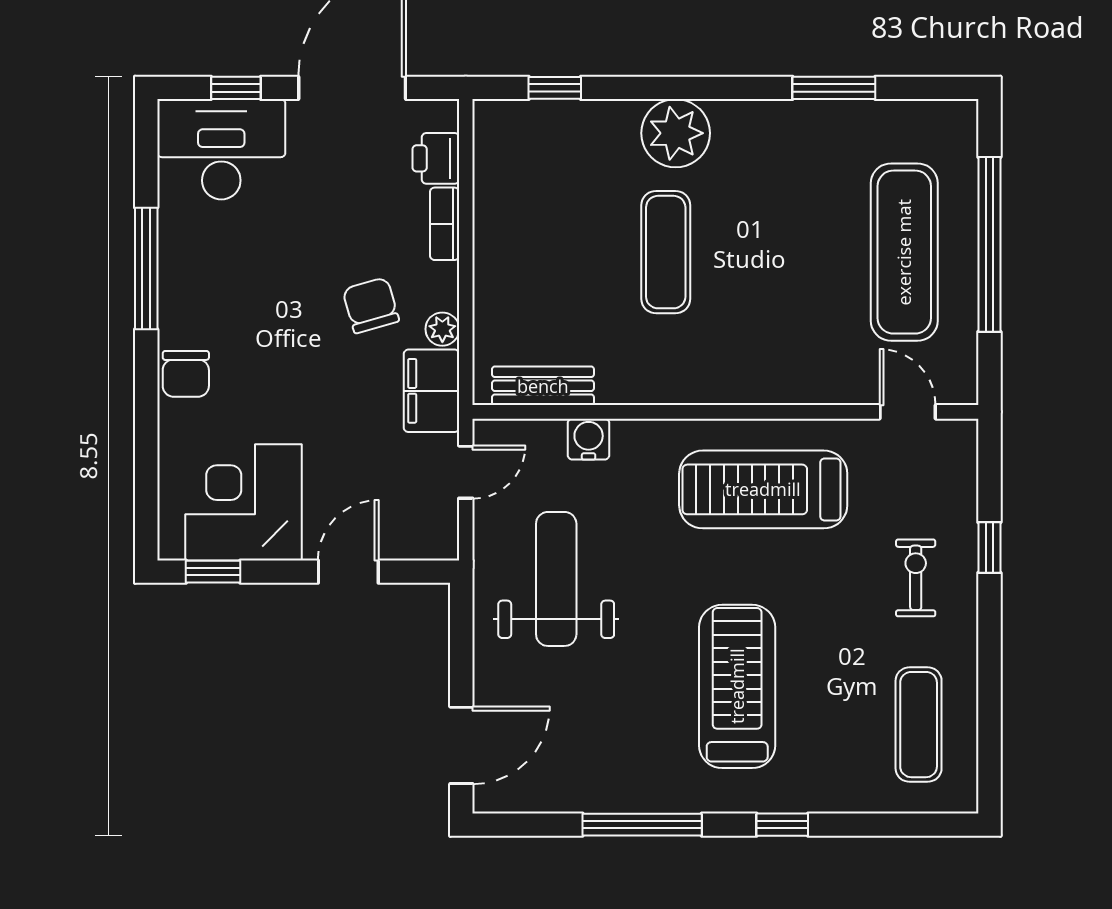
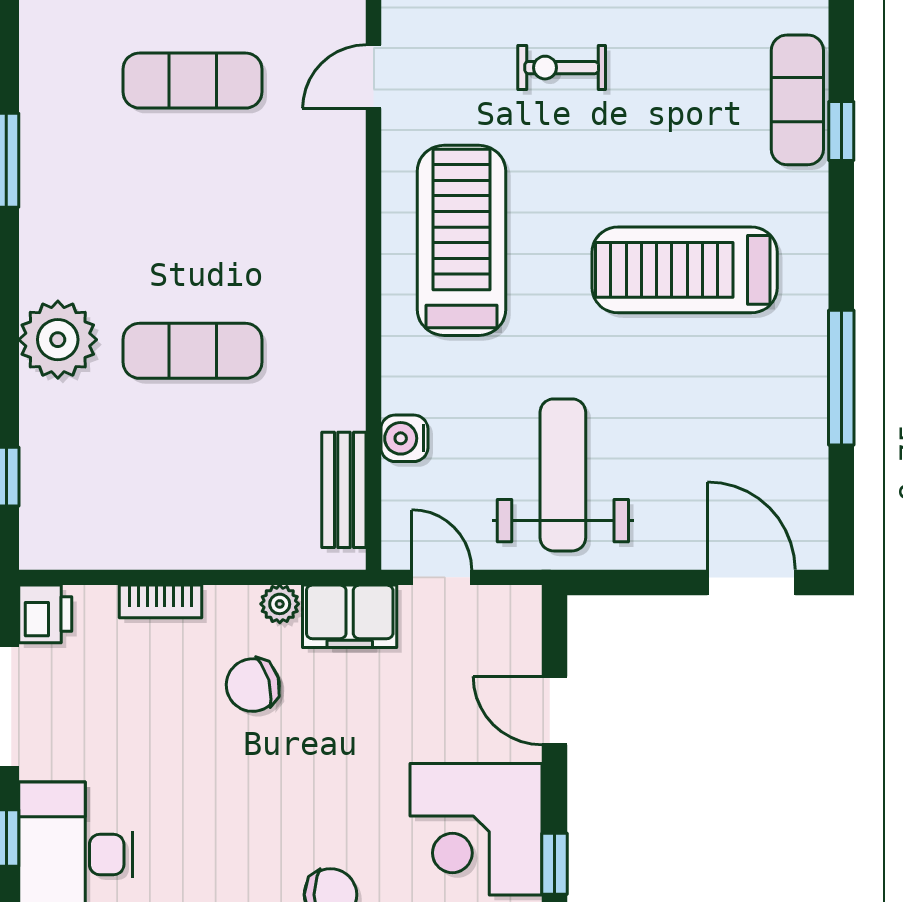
printer: (436, 158) -> (45, 614), moved, turned -90
exercise mat: (904, 252) -> (192, 81), width x0.73, depth x0.69
treadmill: (763, 489) -> (461, 240), turned 180
weight bench: (556, 579) -> (563, 475), turned 90
exercise mat: (919, 725) -> (797, 100), moved, turned 90
window: (782, 825) -> (841, 131), moved

